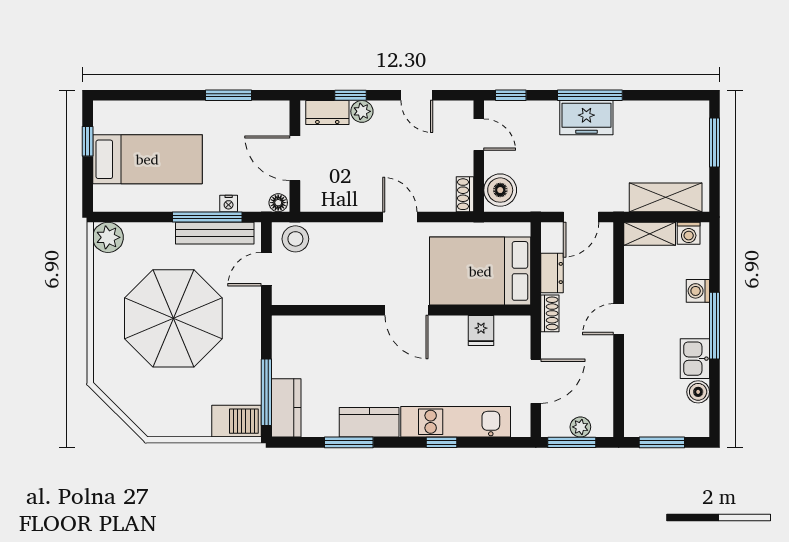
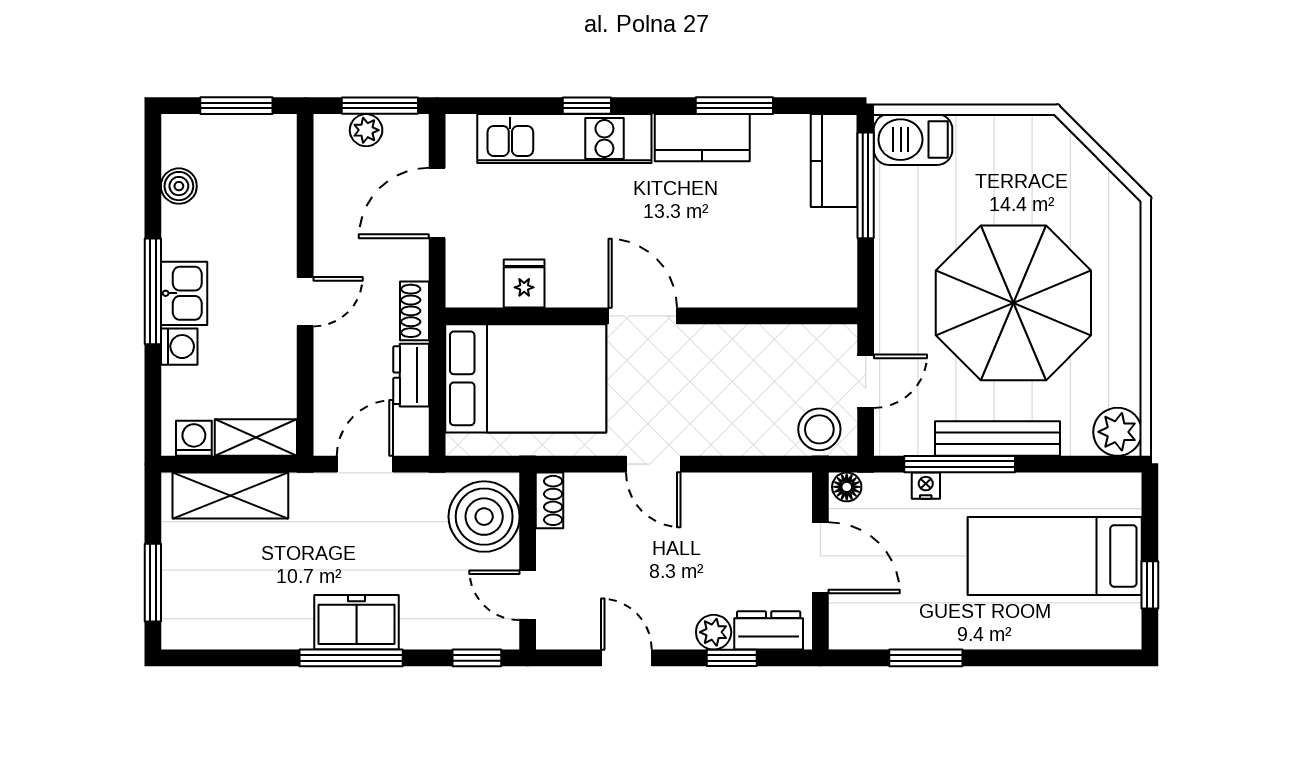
boiler: (500, 190) -> (484, 517), width x1.37, depth x1.37
bench: (215, 233) -> (997, 439), moved
kitchen sink: (695, 359) -> (184, 293), moved

